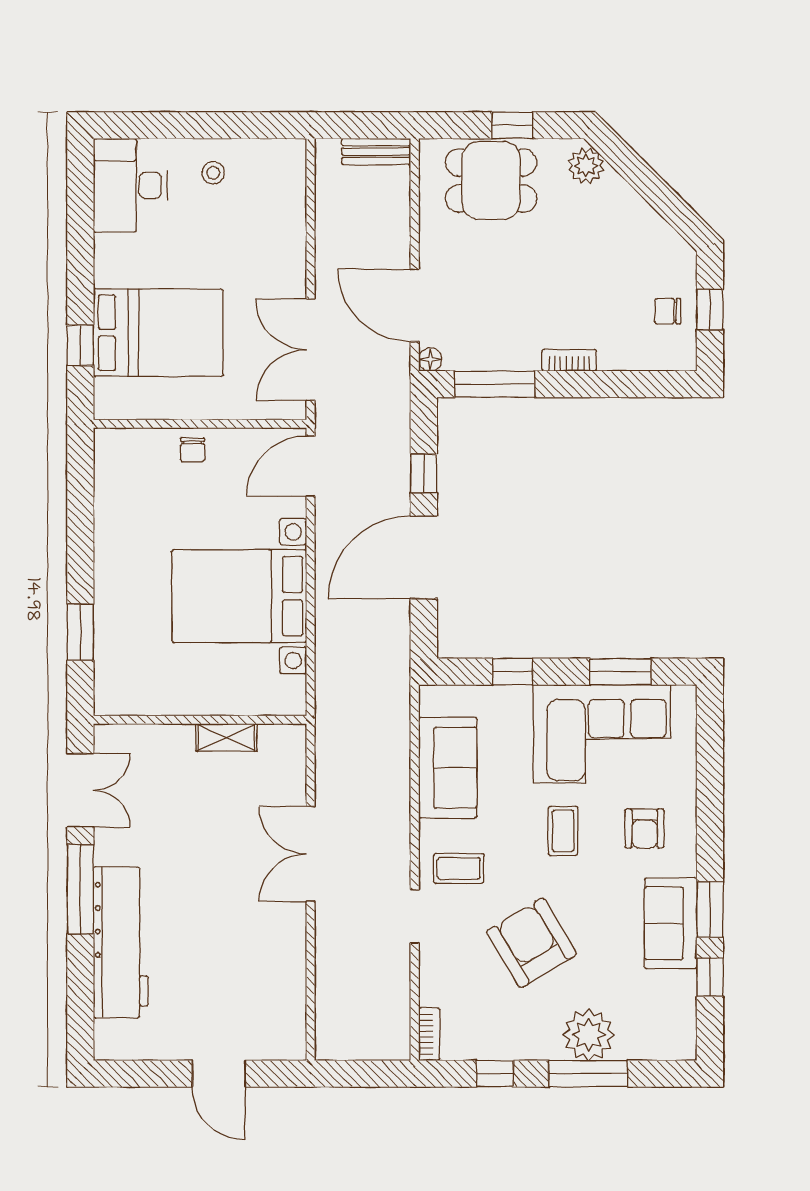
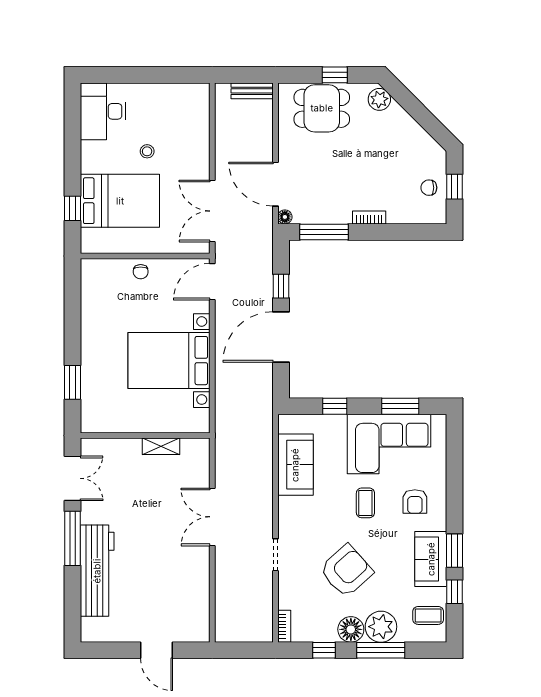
stool: (213, 173) -> (147, 151), moved
coffee table: (459, 868) -> (428, 615), moved
armchair: (532, 943) -> (346, 571), turned 79
floor lamp: (539, 1039) -> (351, 629), added

